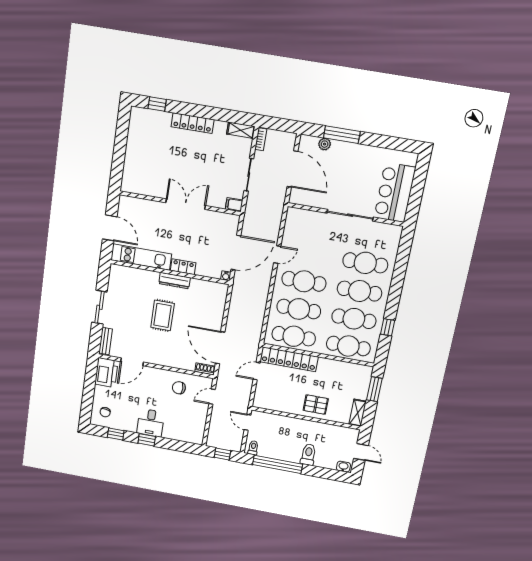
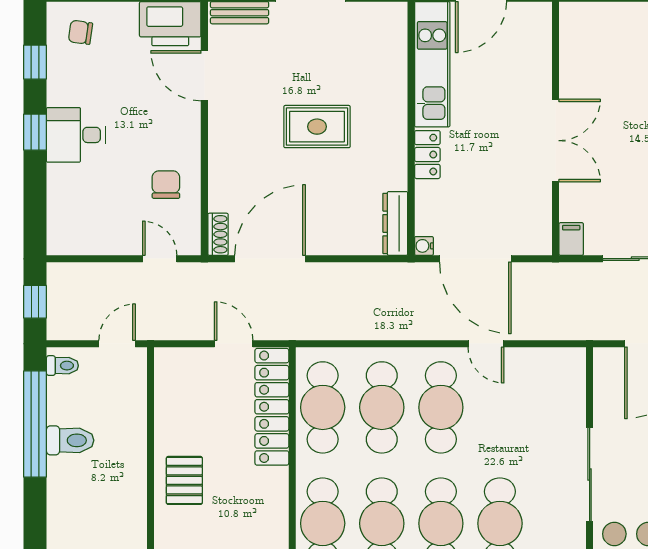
dresser: (175, 281) -> (395, 223), moved
toilet: (308, 455) -> (70, 440), moved

